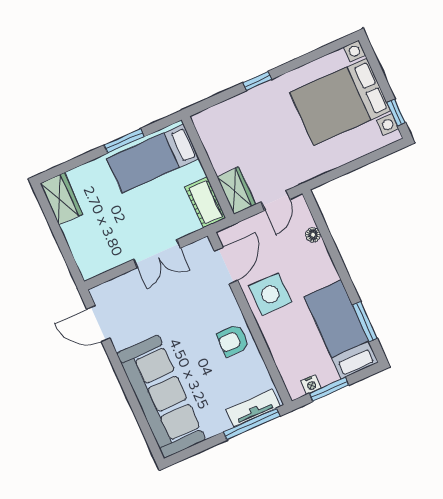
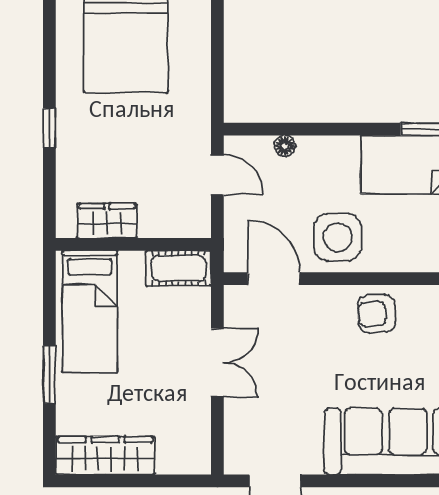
window: (124, 141) -> (49, 374), moved
wardrobe: (236, 191) -> (107, 221), moved
wardrobe: (61, 199) -> (105, 455), width x1.50
armchair: (233, 340) -> (376, 314), turned 87

